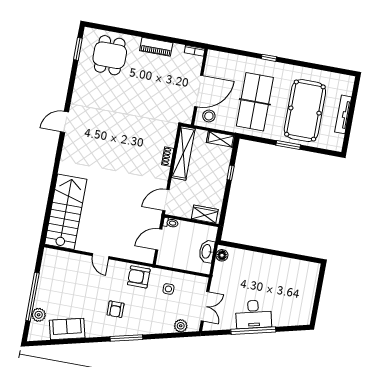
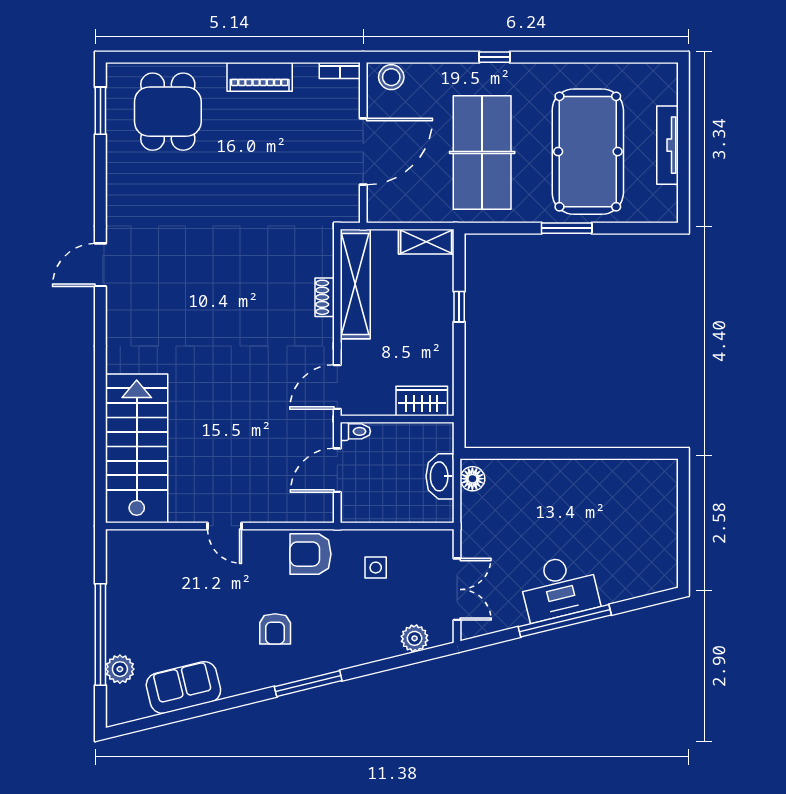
stool: (209, 116) -> (391, 77), moved

